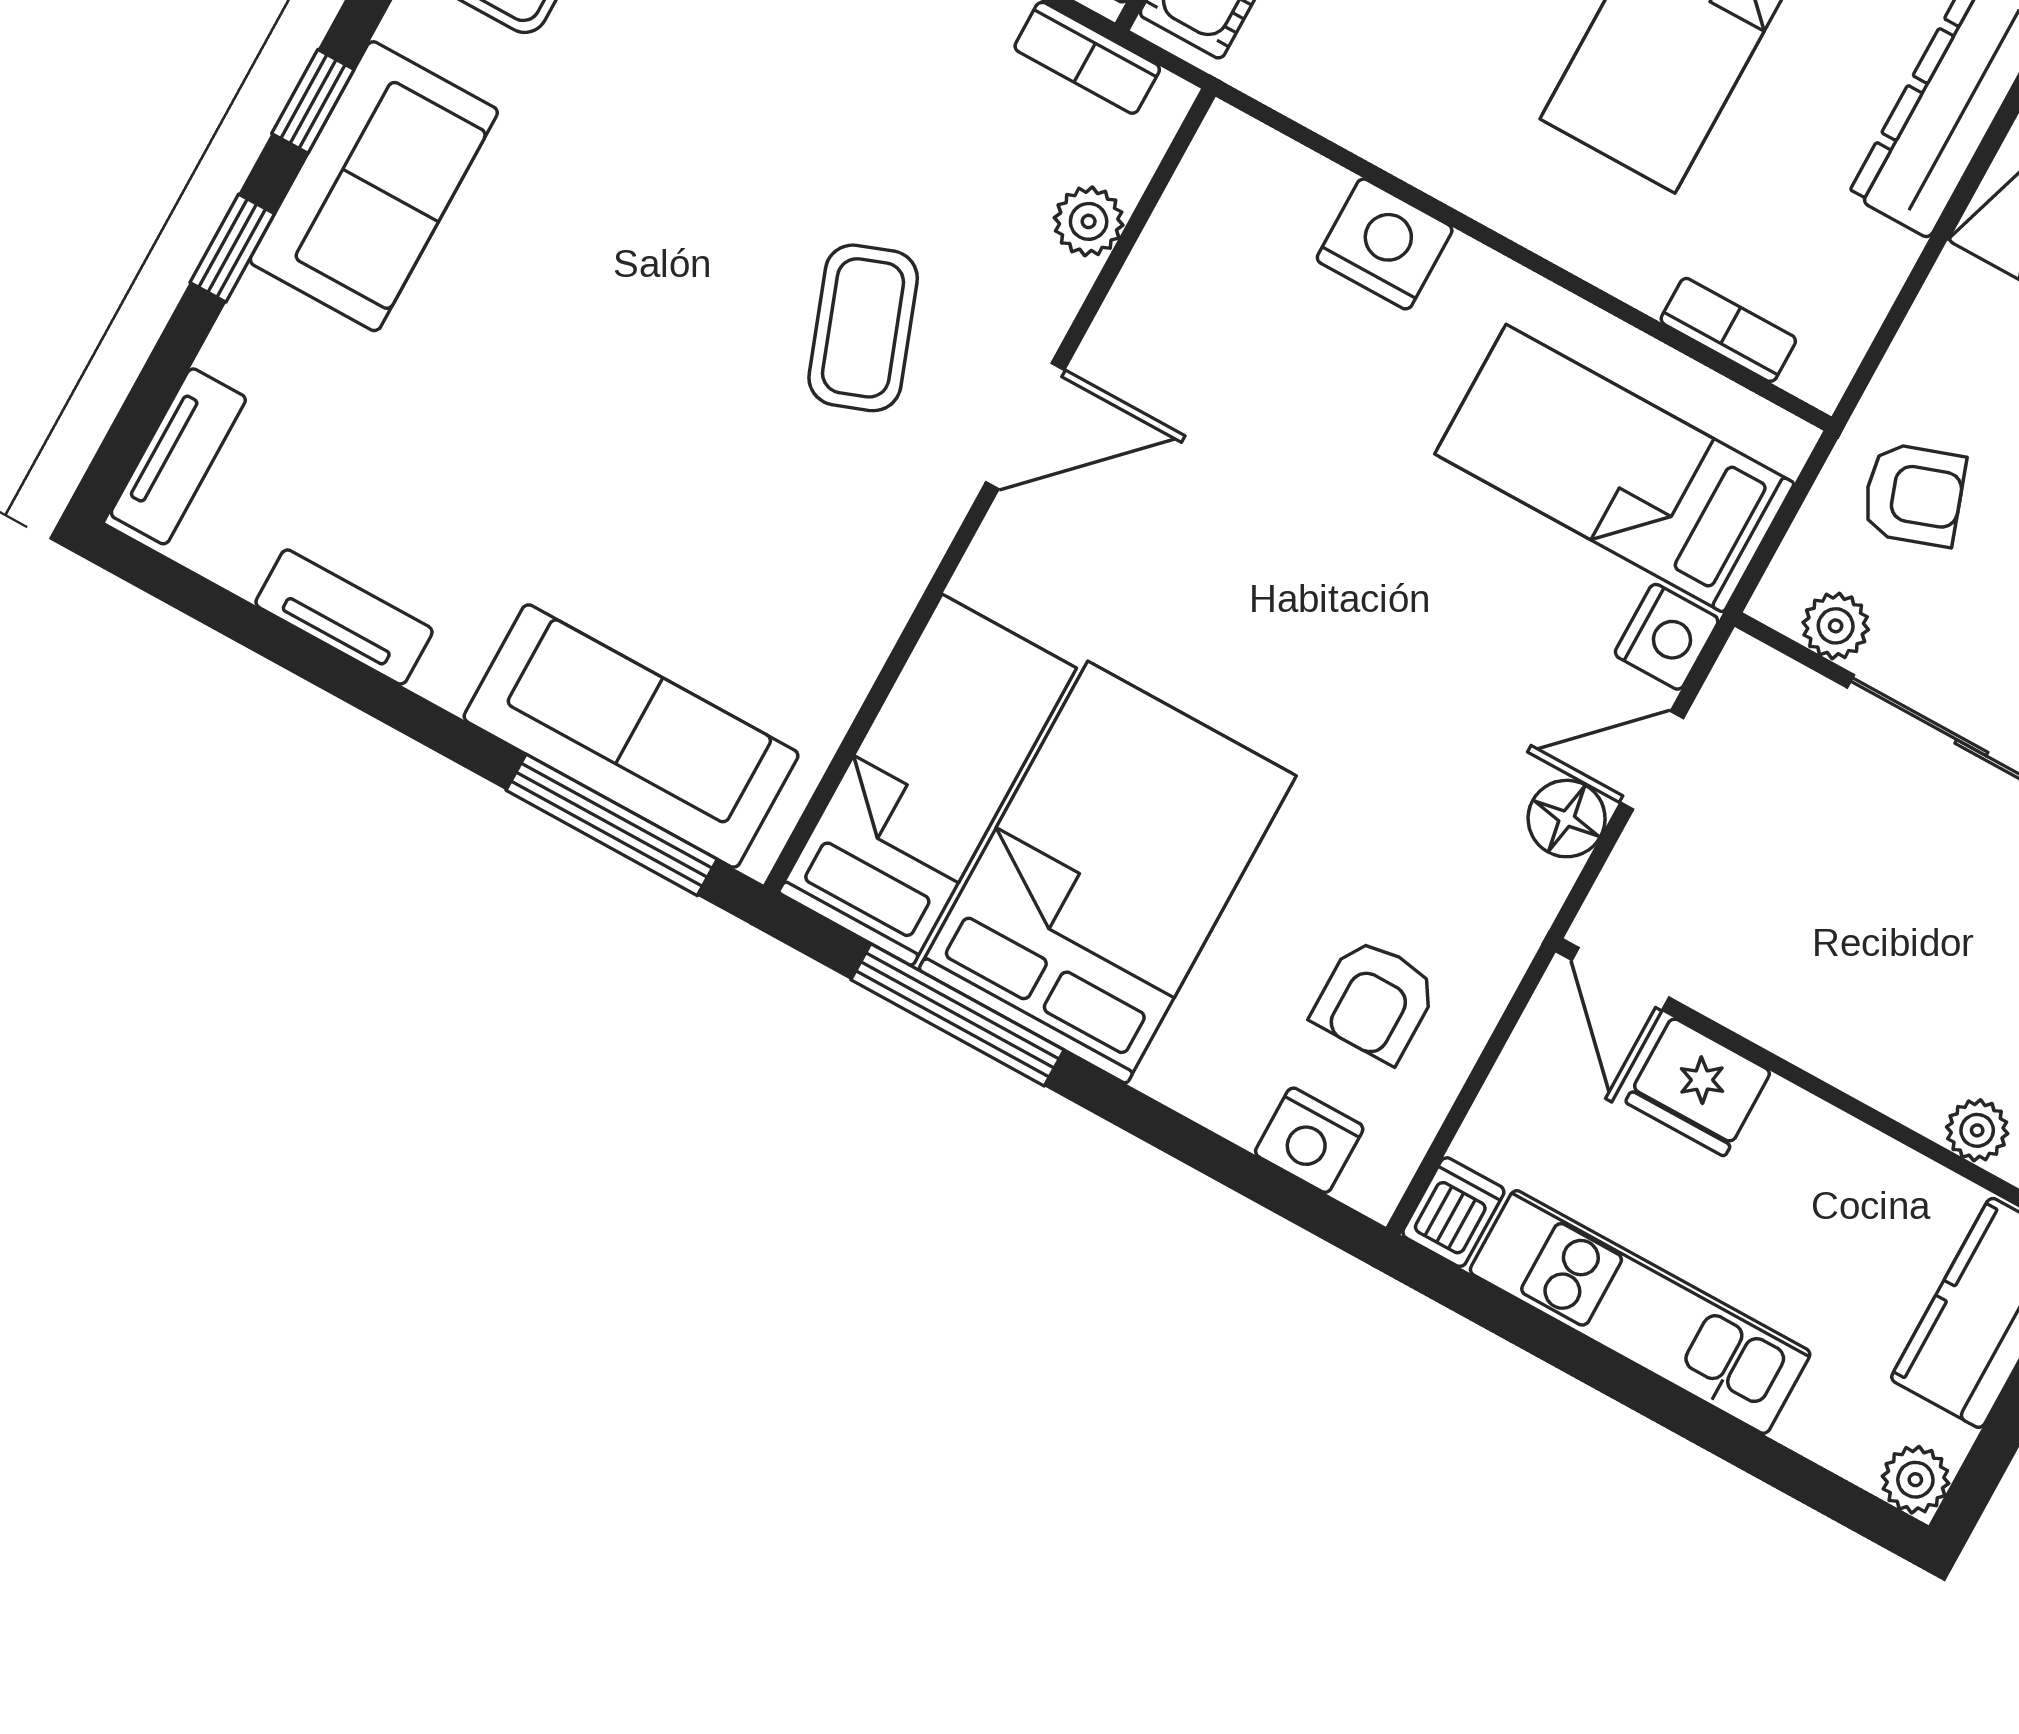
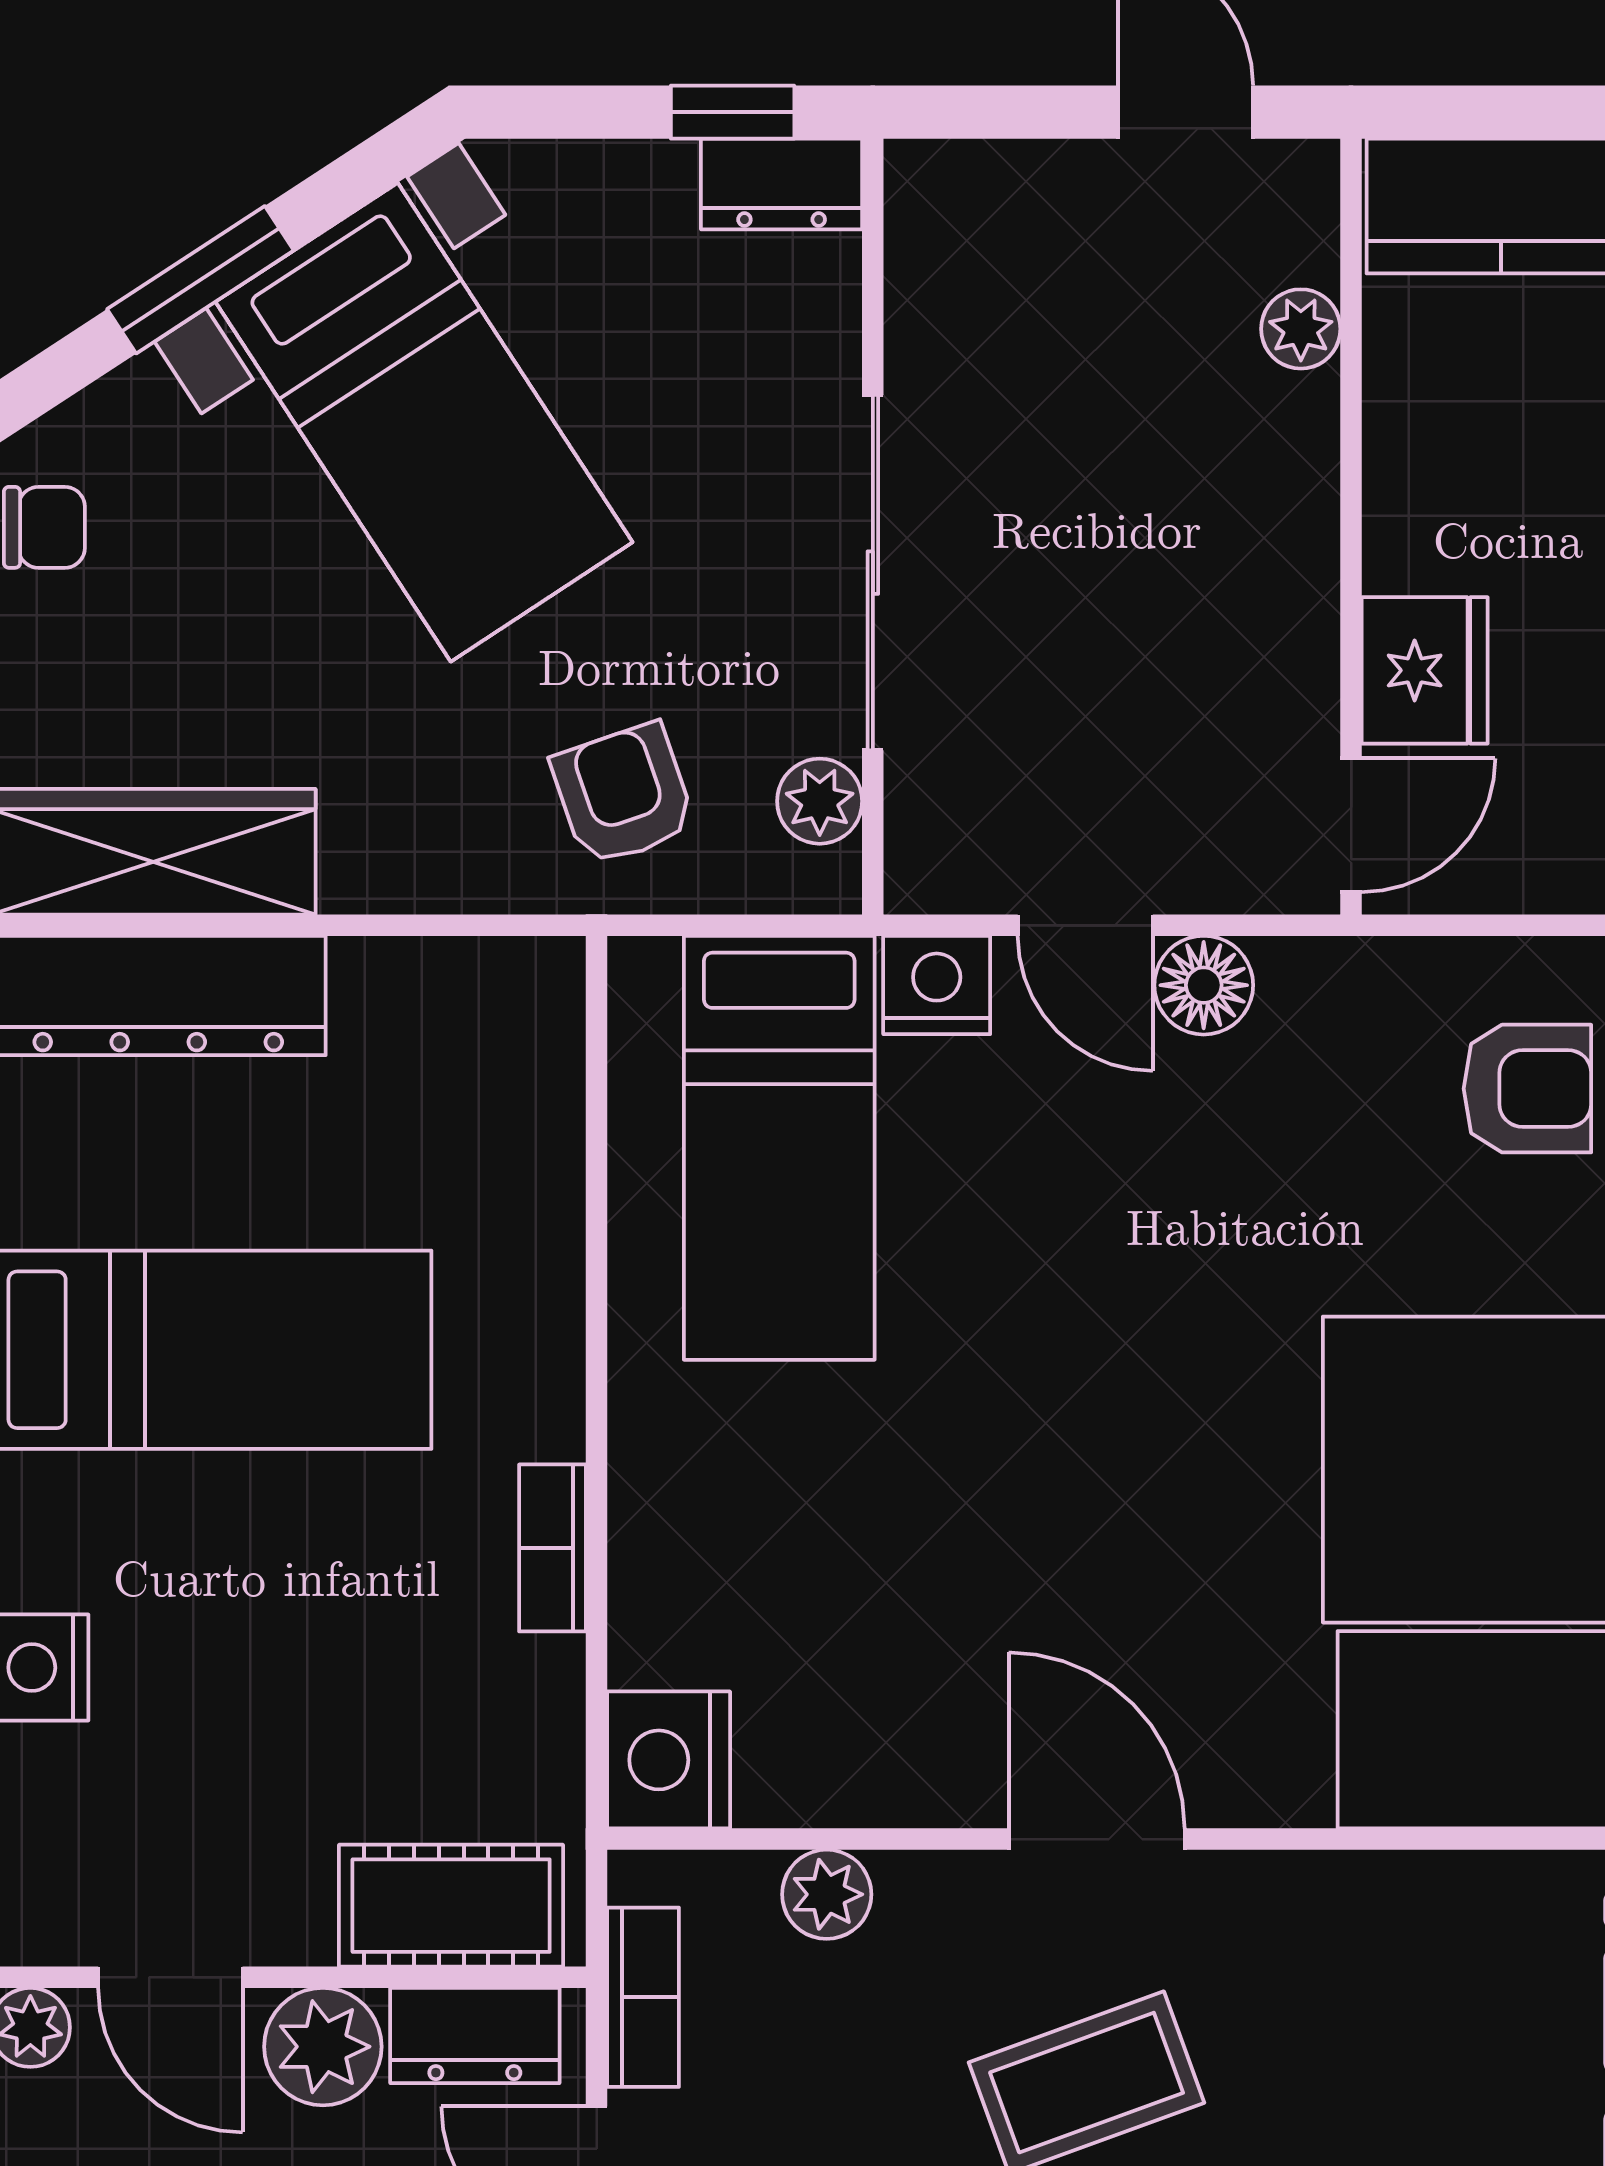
nightstand: (1385, 244) -> (669, 1760), moved
bookcase: (1728, 330) -> (553, 1548), moved

